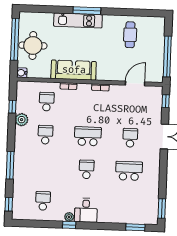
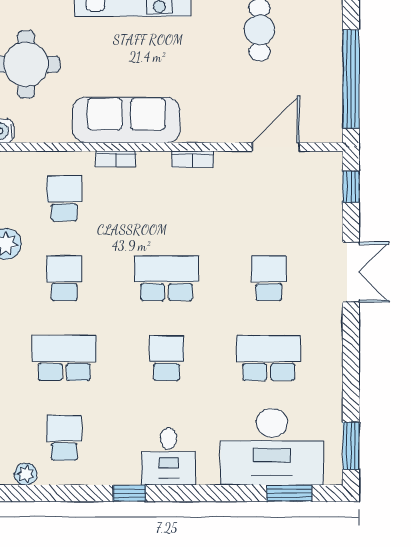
school desk: (44, 168) -> (64, 358), added
desk: (129, 208) -> (272, 447), added
plant: (69, 217) -> (26, 474), moved

